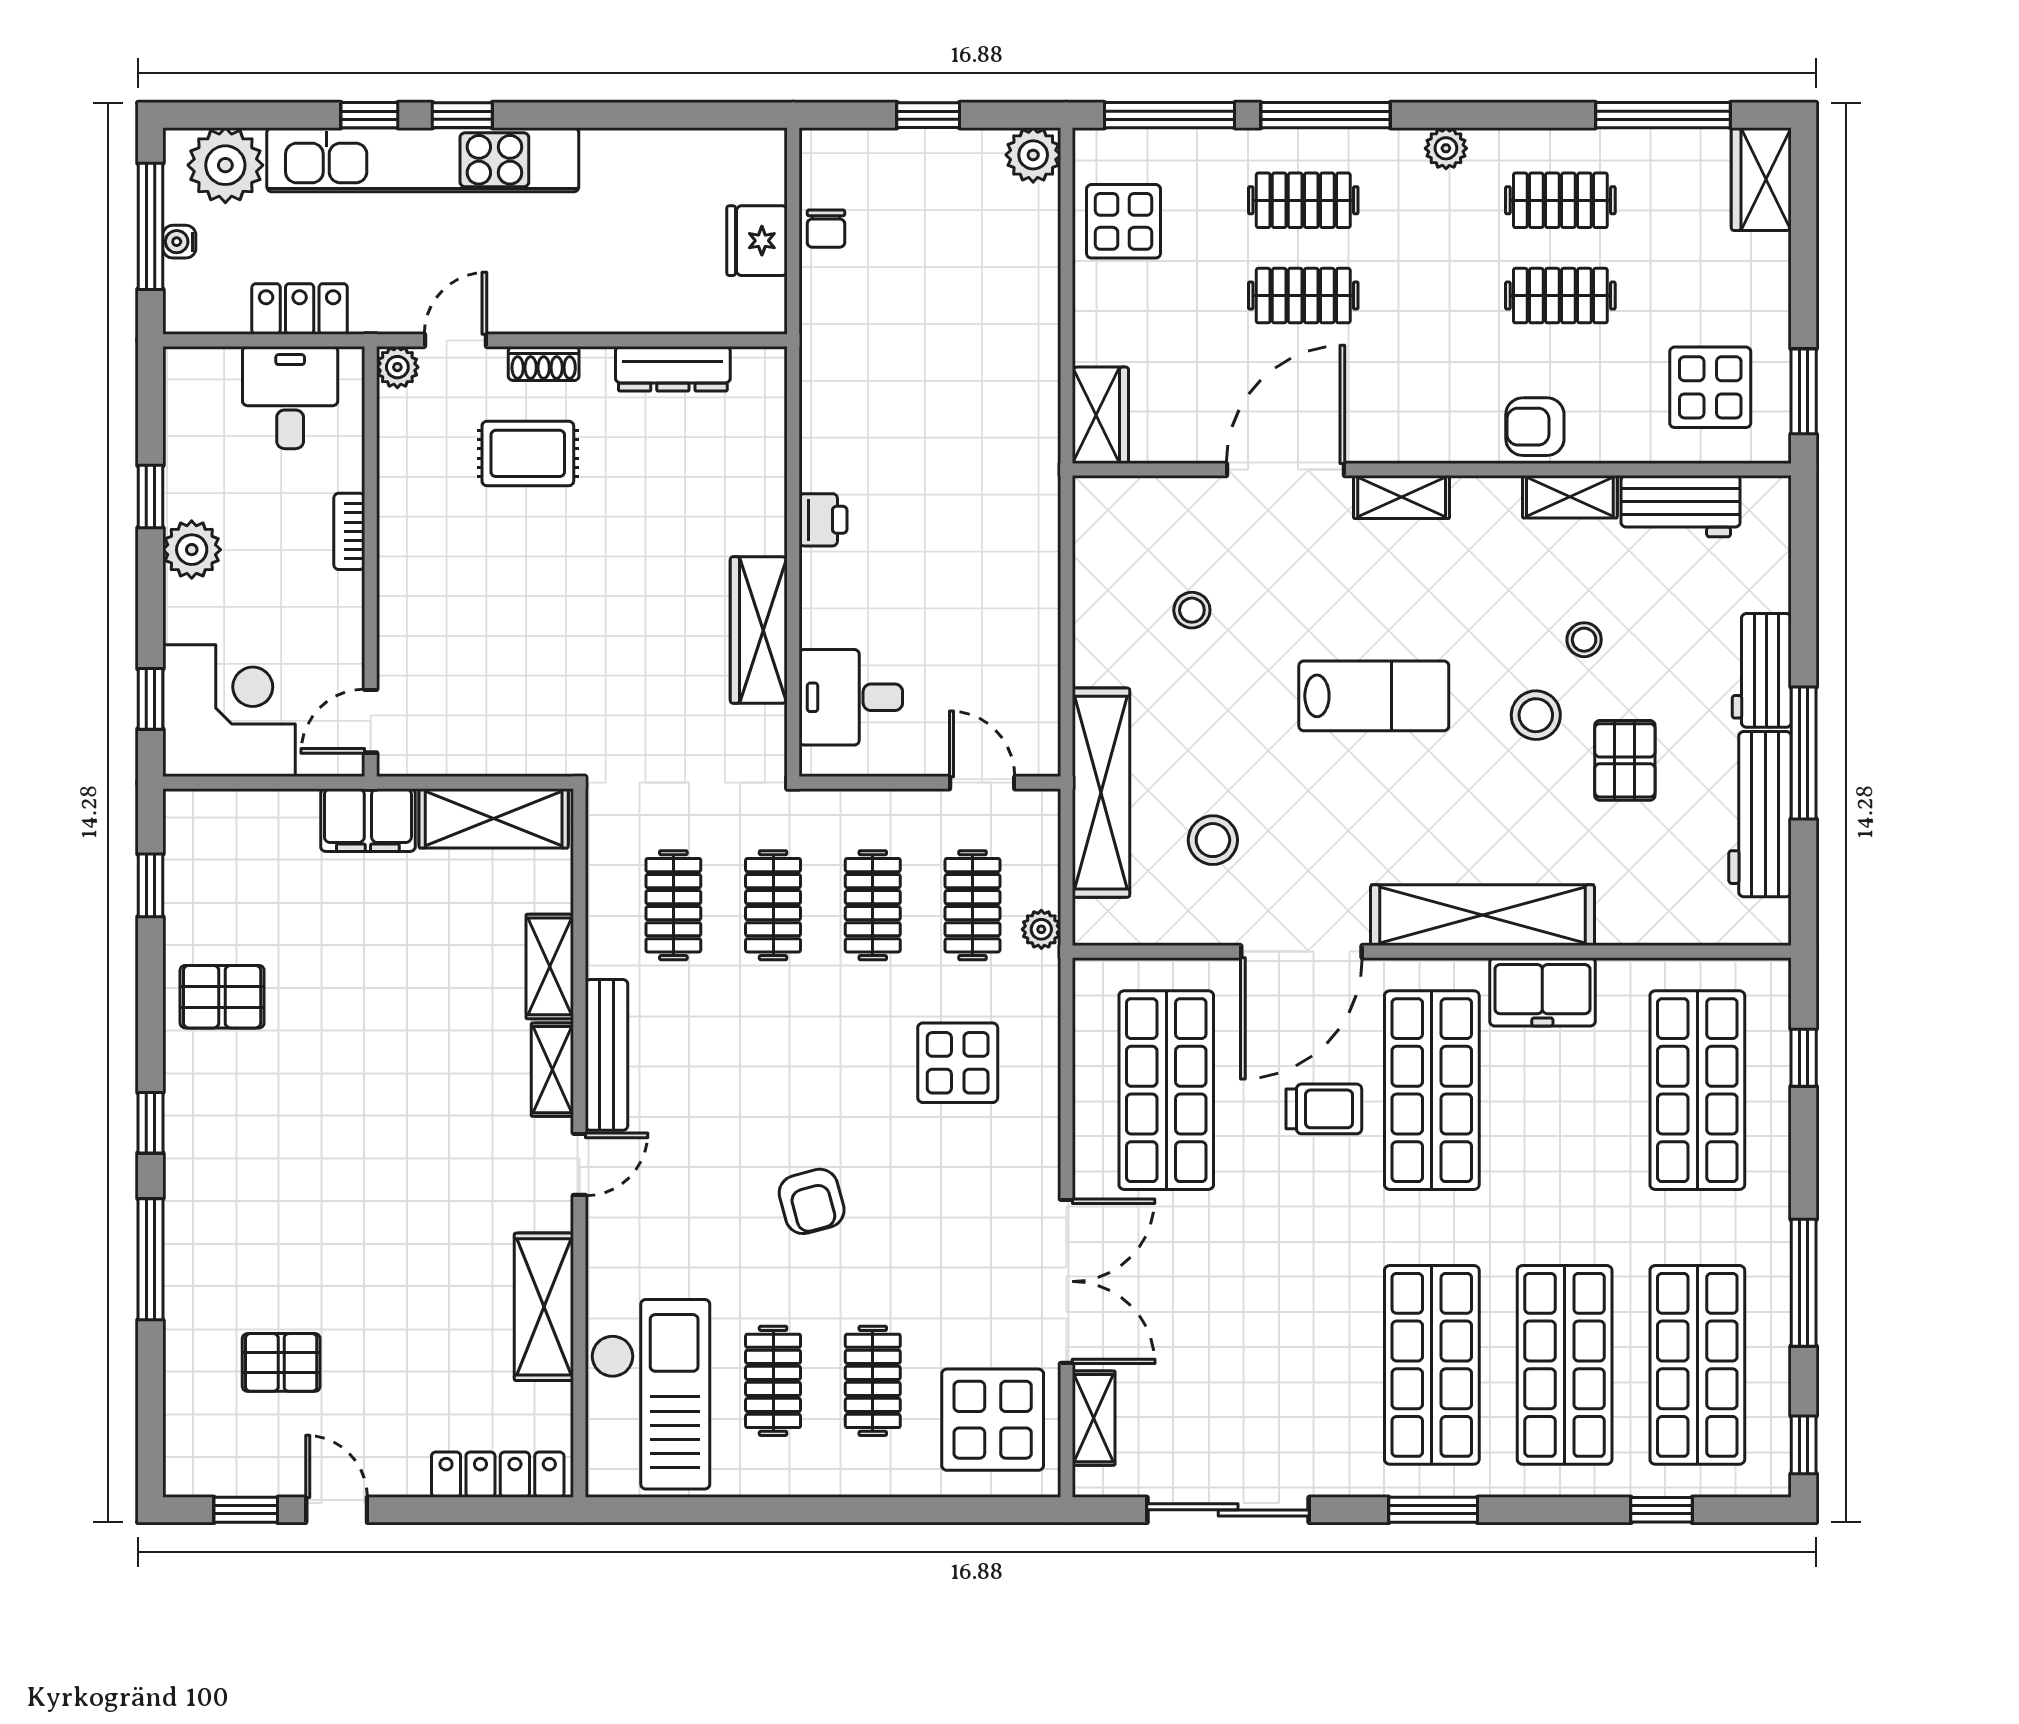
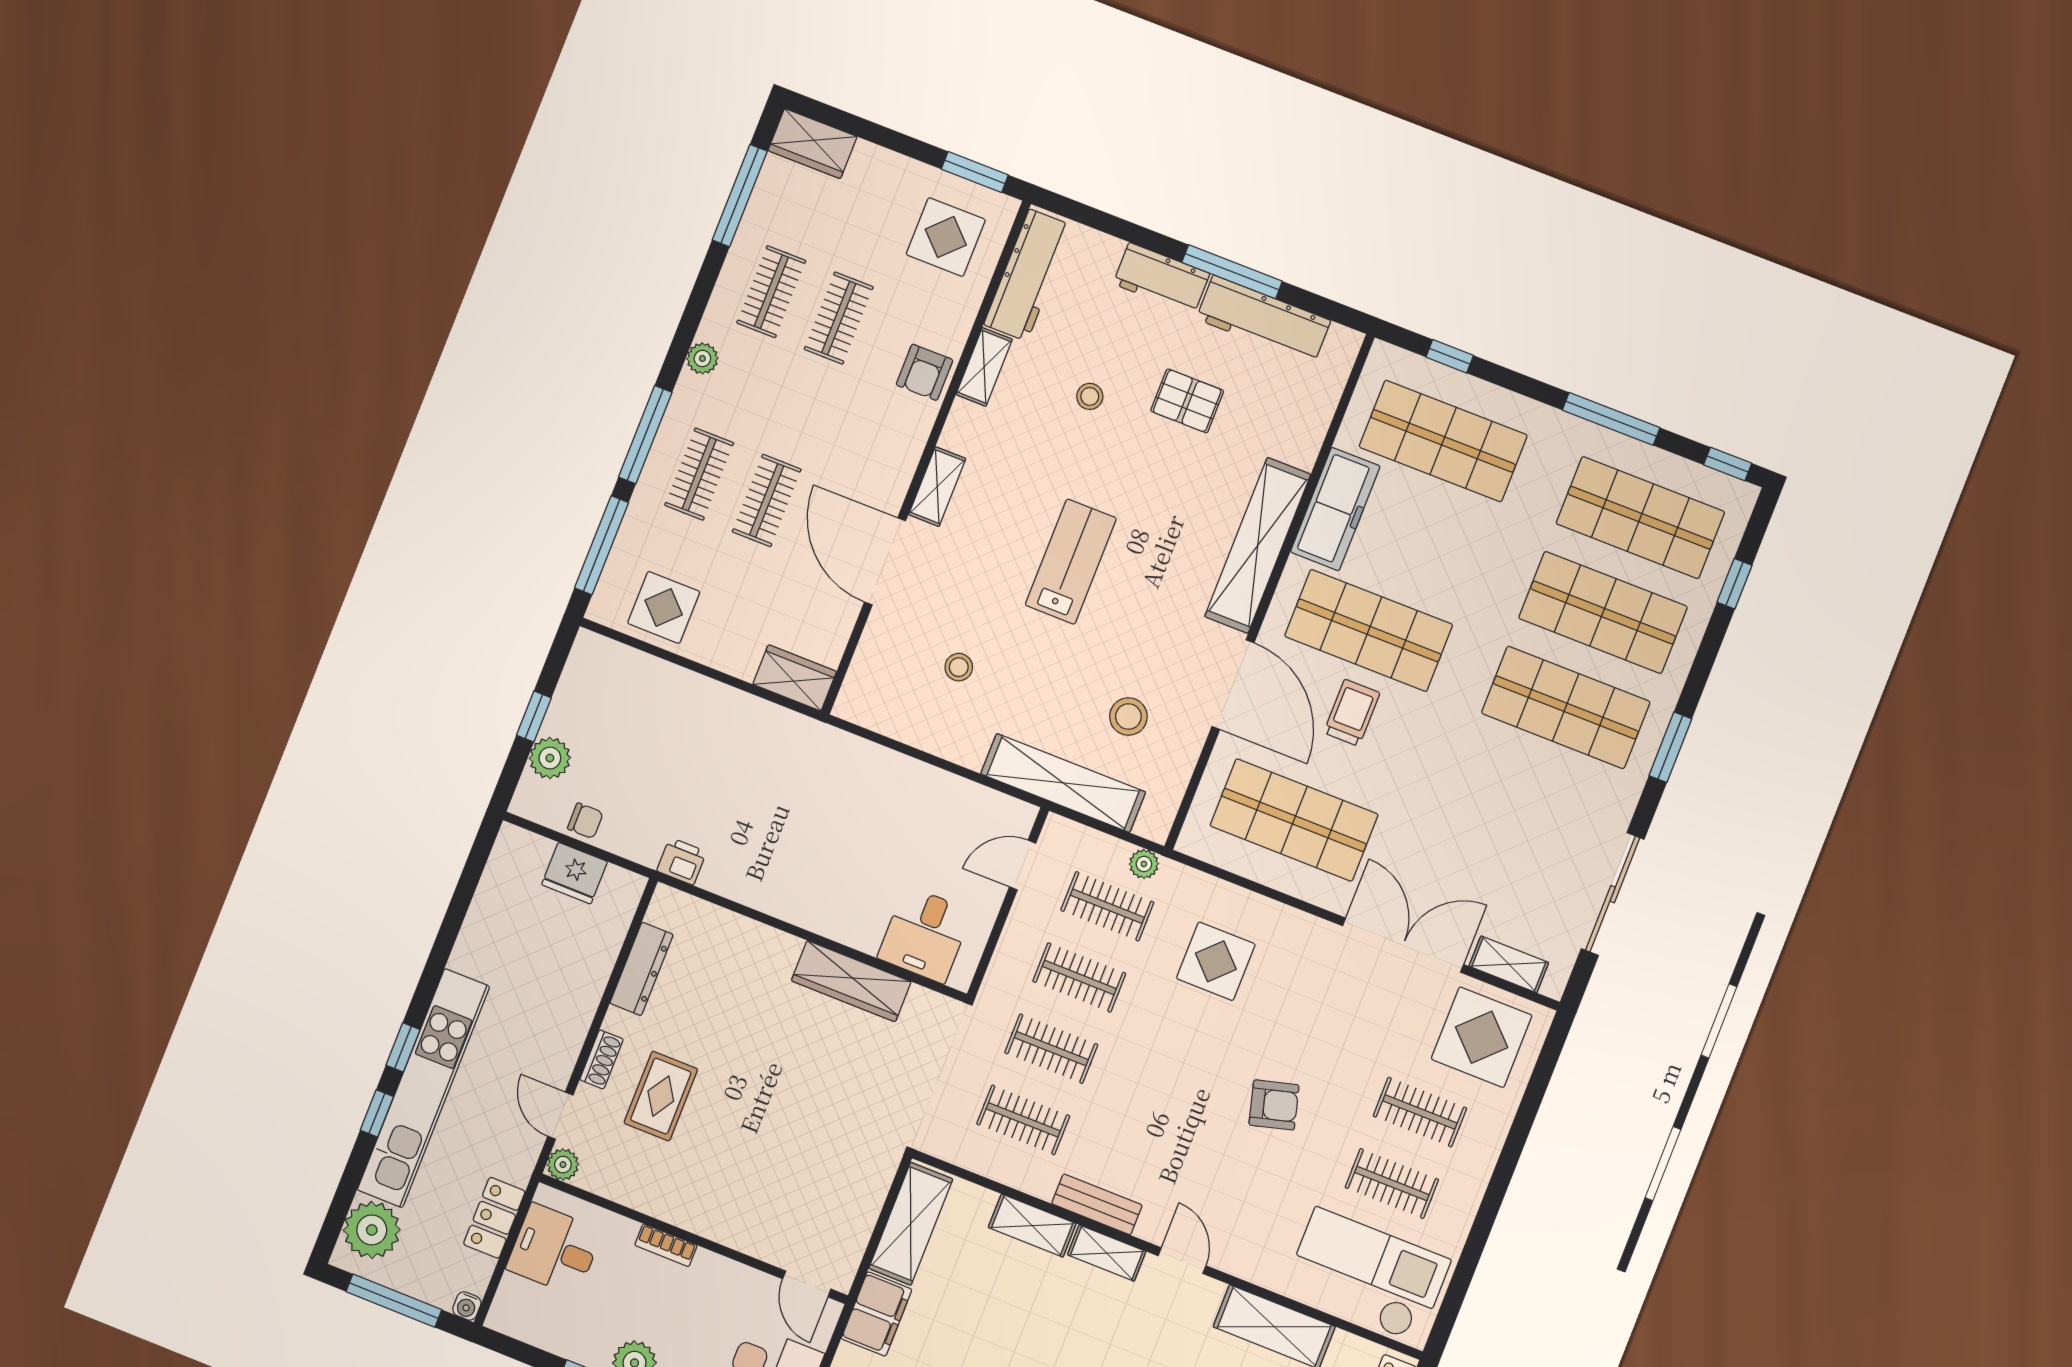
plant: (1033, 155) -> (550, 758), moved
water cooler: (179, 242) -> (467, 1306), moved
workbench: (1681, 506) -> (1028, 275), width x1.38
printer: (823, 520) -> (682, 861), moved
stool: (1536, 715) -> (1130, 452), removed
freezer: (1542, 992) -> (1335, 509), width x1.40
bench: (607, 1055) -> (1097, 1204), width x0.73

